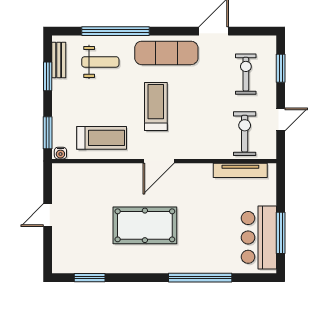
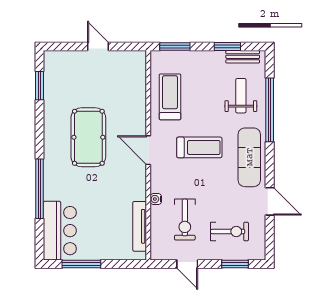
weight bench: (100, 62) -> (241, 96), turned 180
exercise bike: (245, 134) -> (185, 220), moved, turned 90
treadmill: (102, 138) -> (170, 97), turned 180
water cooler: (60, 153) -> (156, 199), moved
bar counter: (259, 237) -> (60, 231), moved, turned 90

